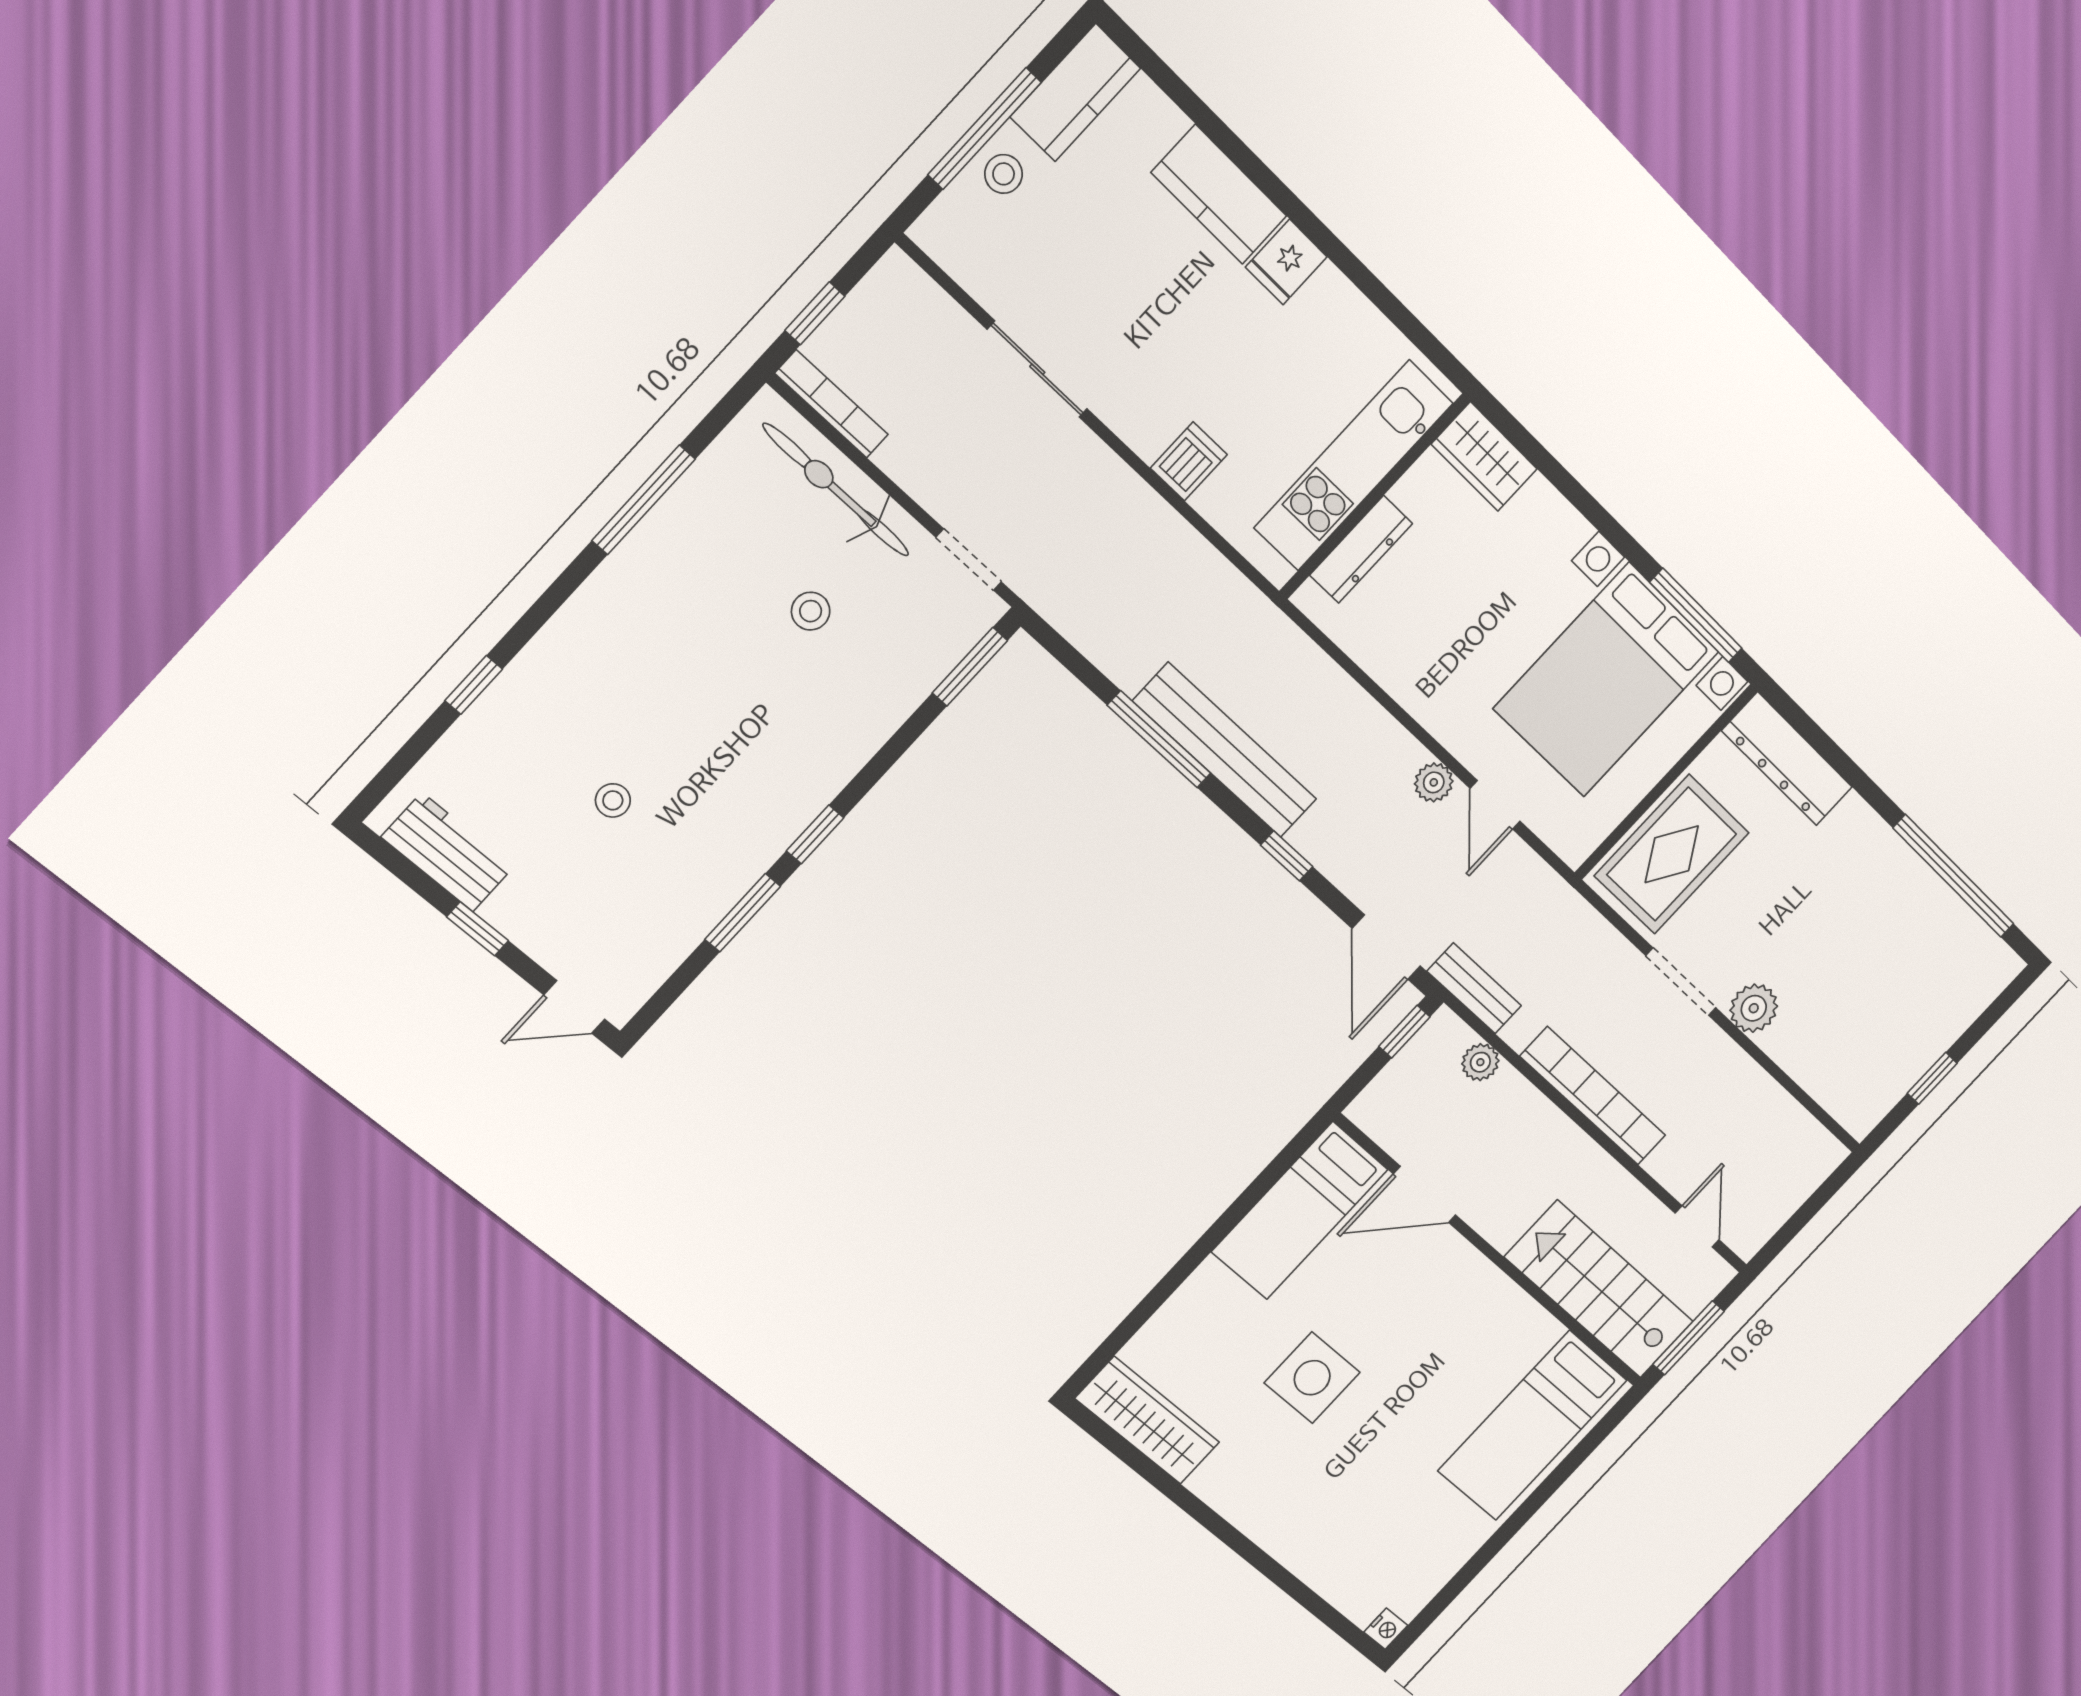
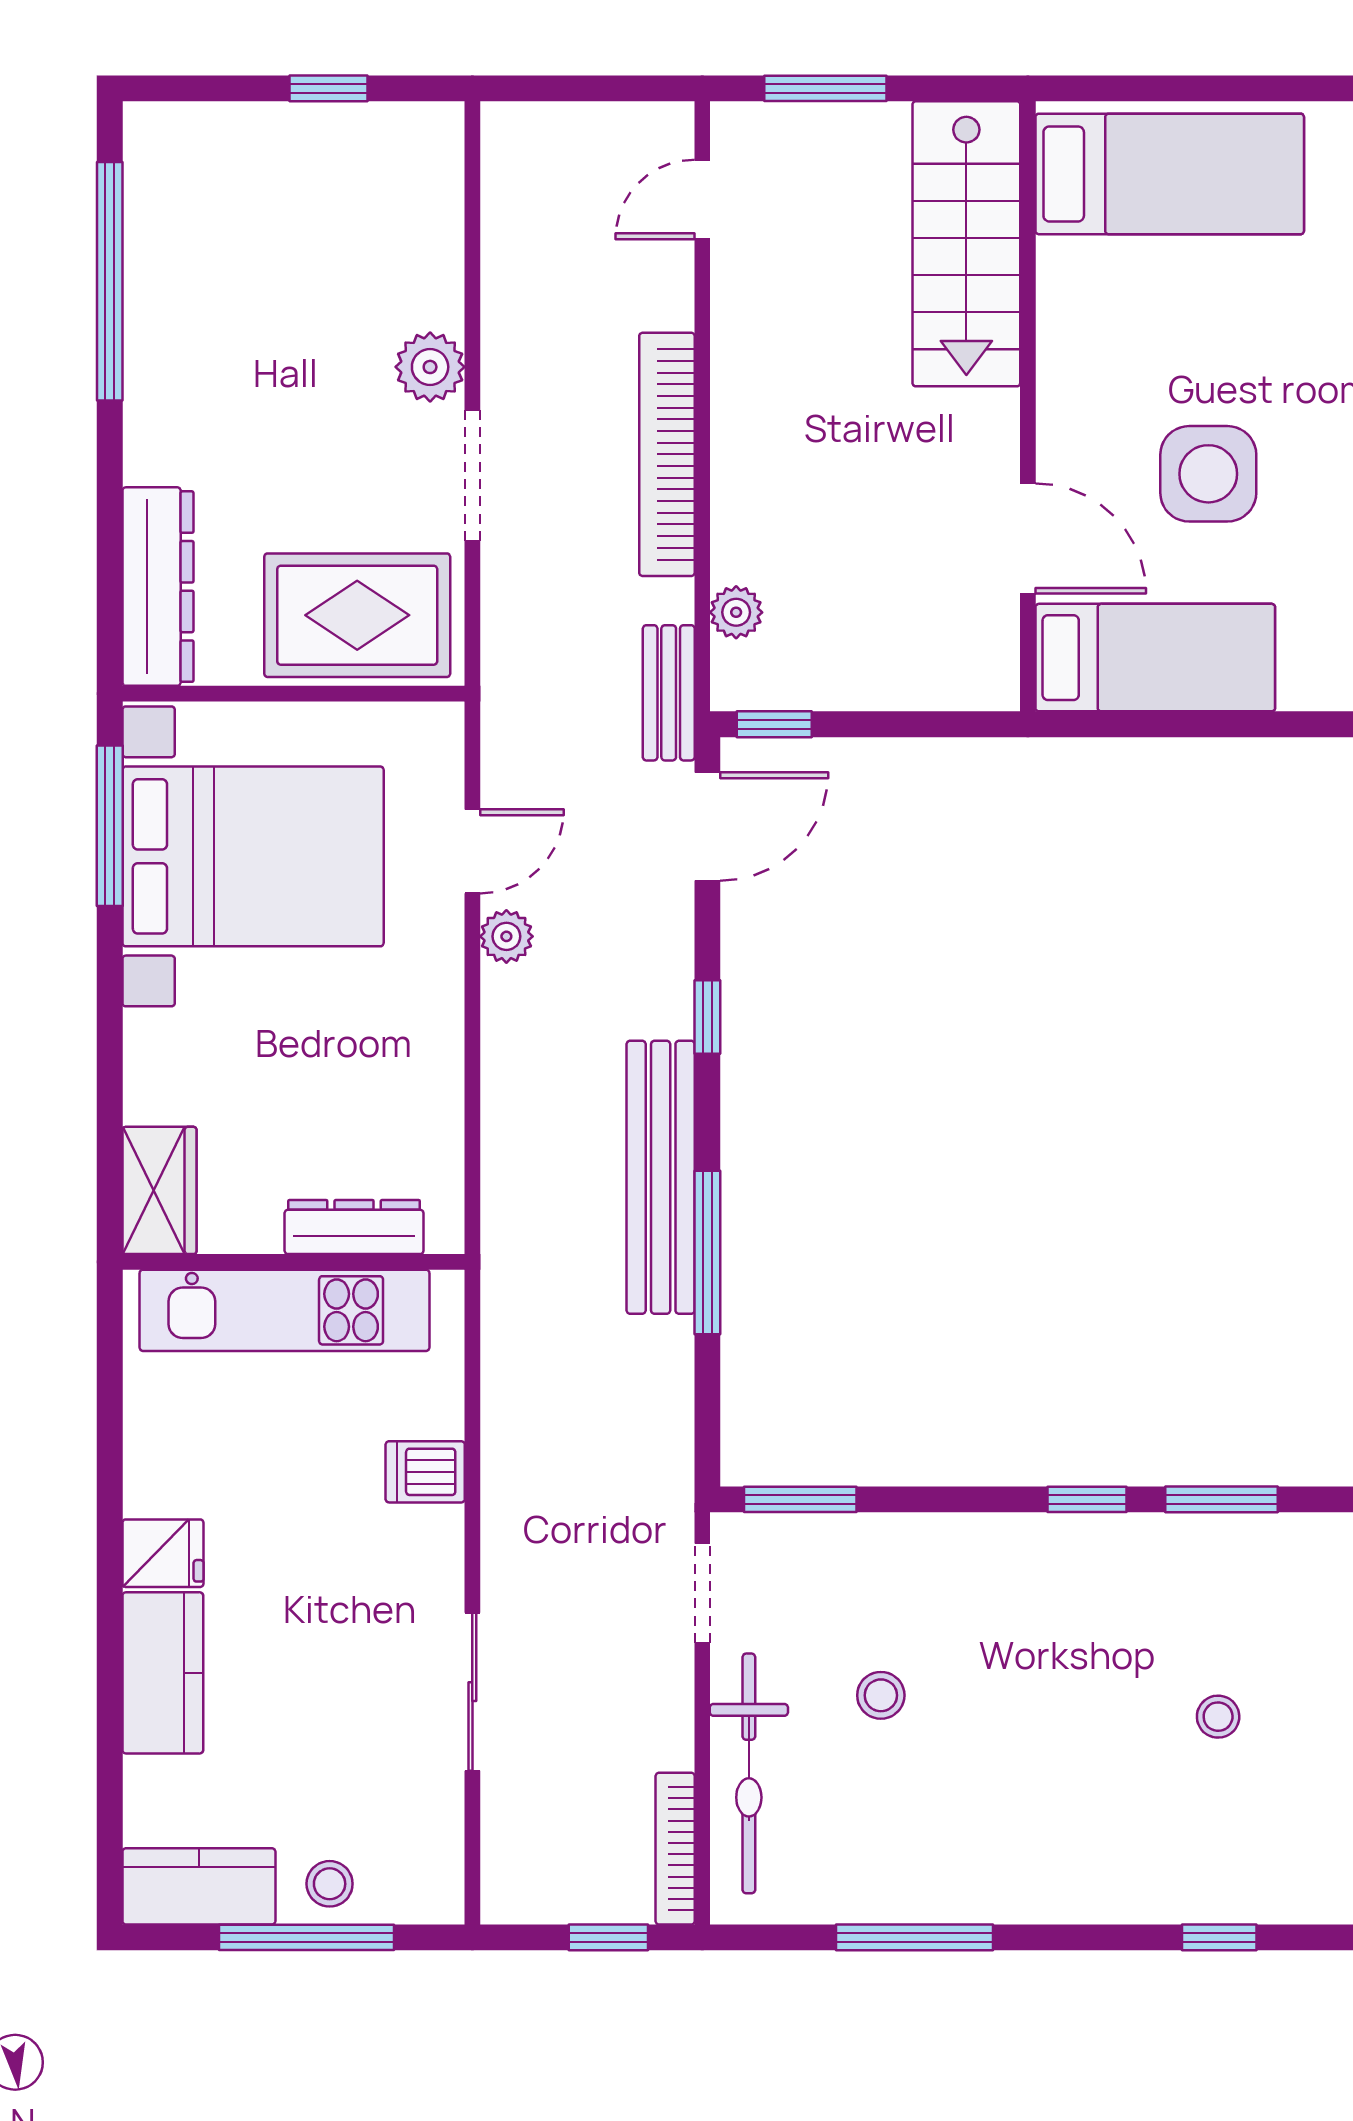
door: (1425, 1194) -> (1028, 539), moved
bed: (1300, 1211) -> (1155, 658), moved
wall: (1490, 1252) -> (1028, 406), moved
stairs: (1599, 1289) -> (966, 244), moved
bed: (1533, 1425) -> (1170, 174), moved

